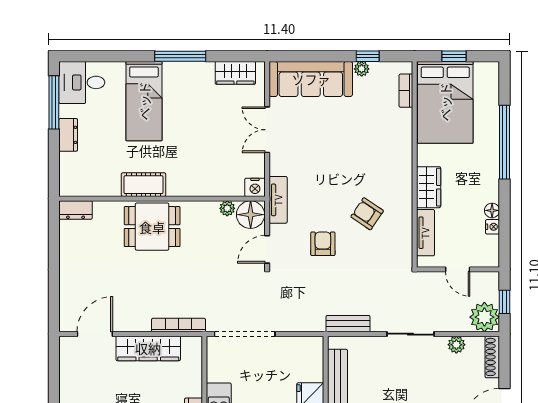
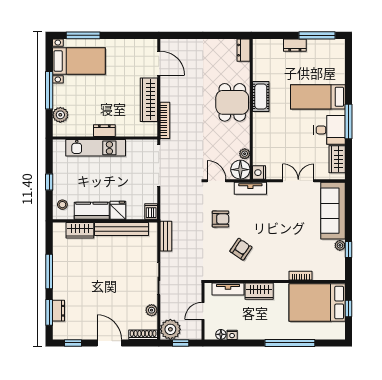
desk: (82, 82) -> (329, 130), moved, turned 90
bookcase: (406, 91) -> (301, 276), moved
floor lamp: (492, 210) -> (221, 334), moved
dishwasher: (312, 345) -> (151, 211), added

